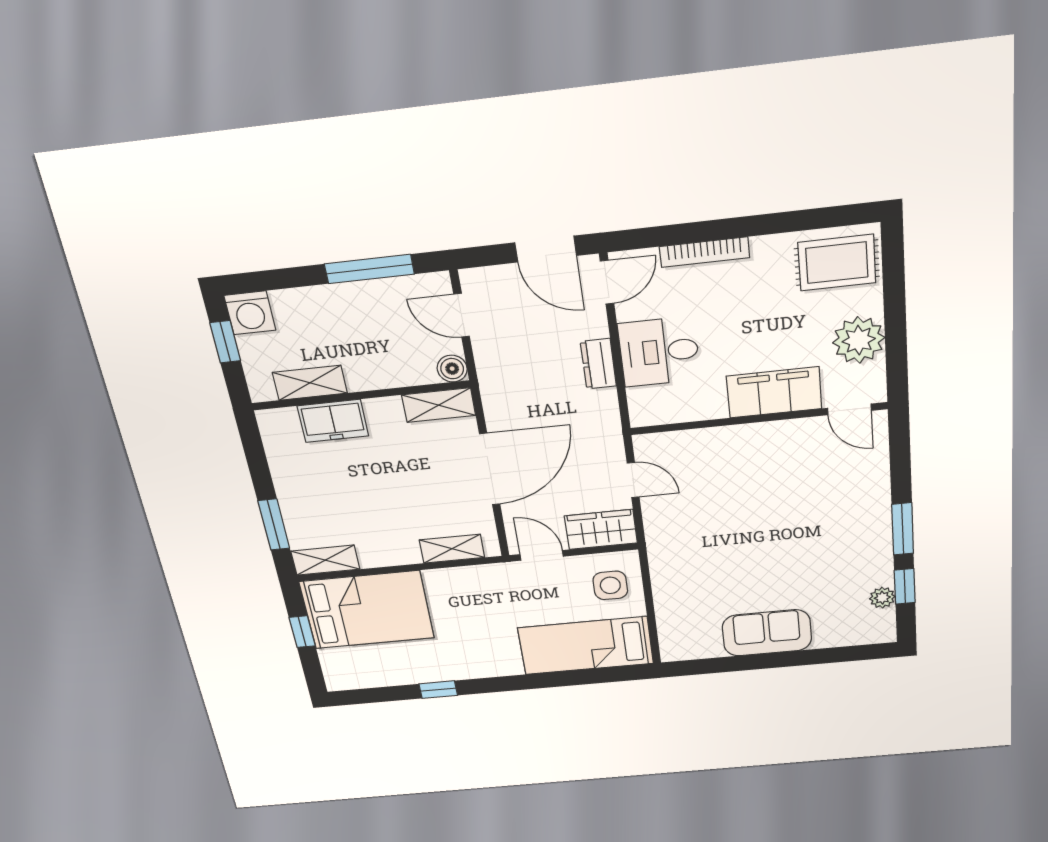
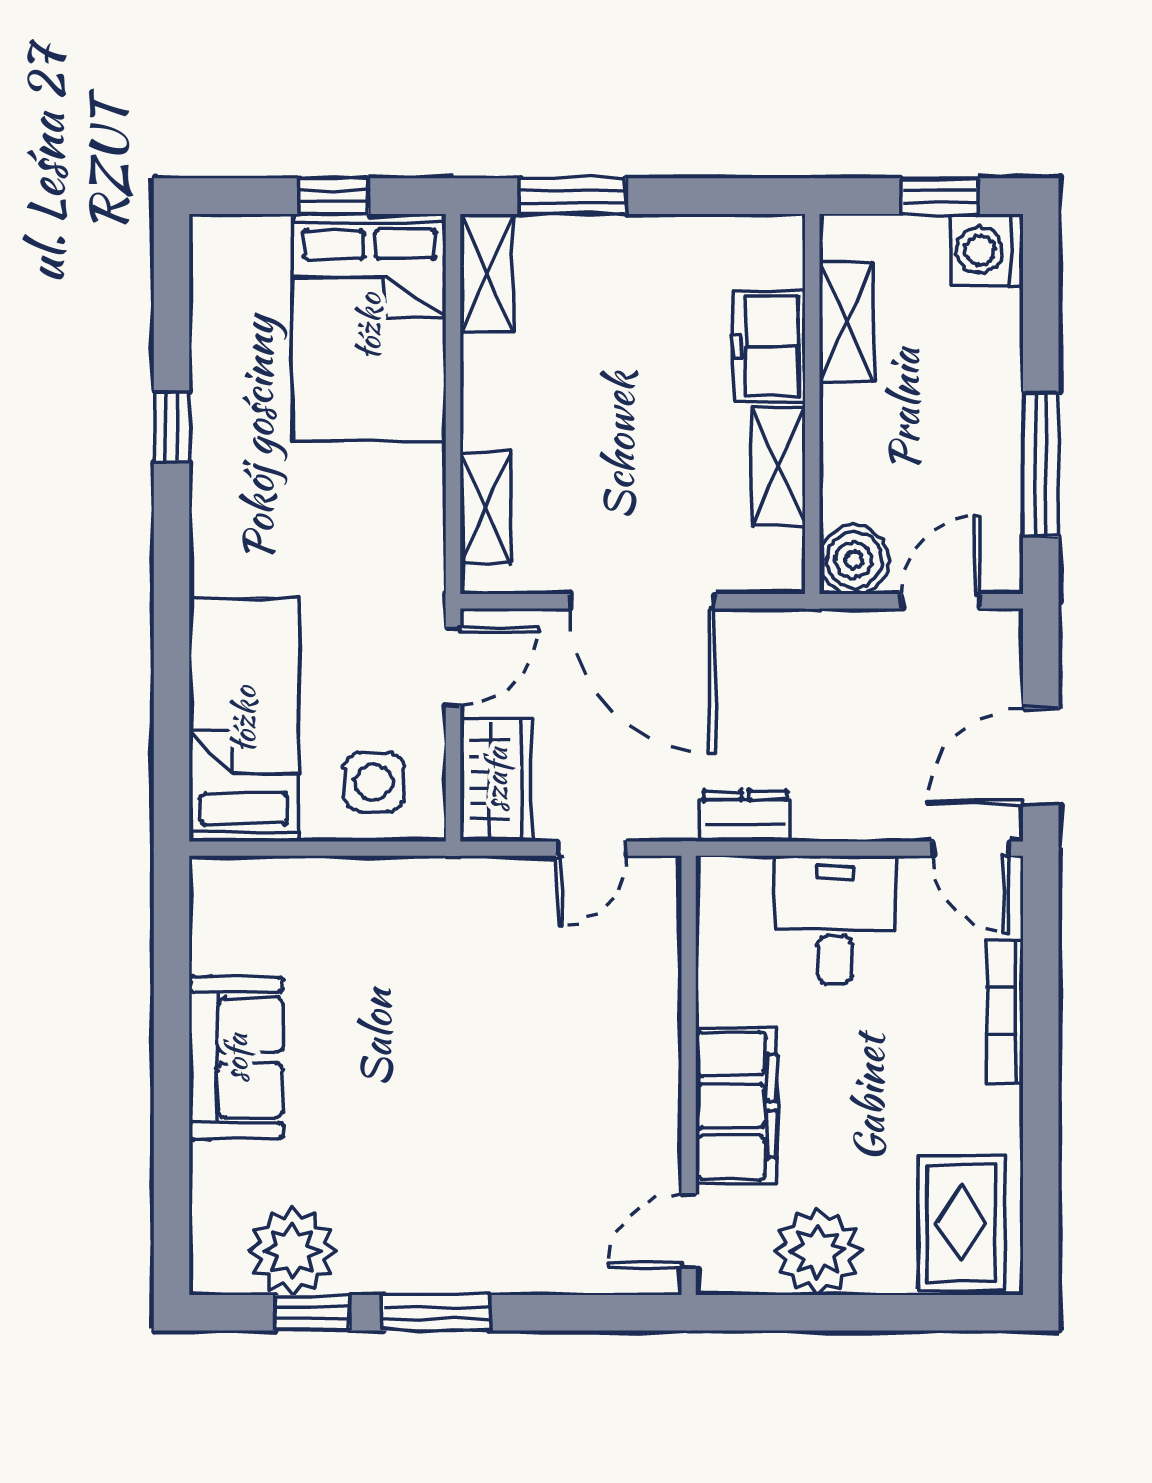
dresser: (598, 364) -> (745, 816), moved
boiler: (452, 369) -> (854, 560), width x1.36, depth x1.36
shelving: (439, 405) -> (778, 467), moved
plant: (882, 598) -> (292, 1251), width x1.87, depth x1.87

